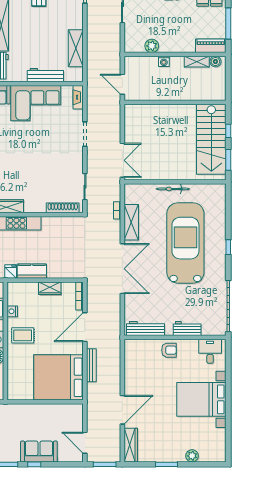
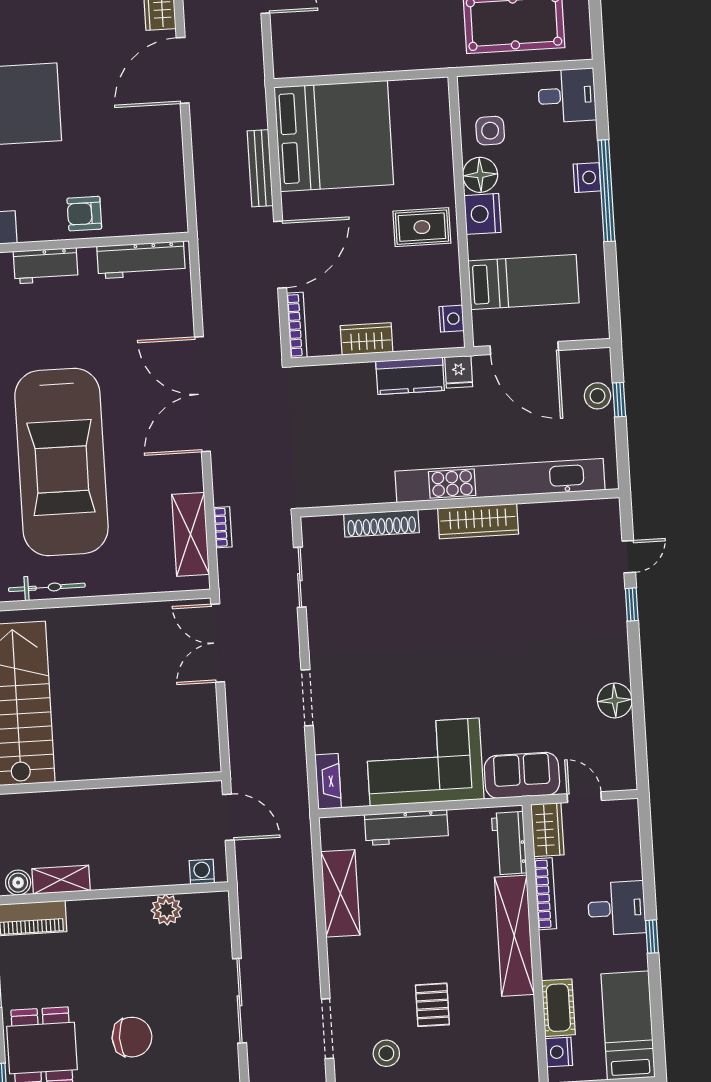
washing machine: (164, 61) -> (202, 872), moved
bicycle: (173, 189) -> (47, 587), moved
shoe rack: (63, 208) -> (381, 523), moved
shelving: (131, 222) -> (191, 534), moved
nightstand: (12, 311) -> (451, 319), moved

